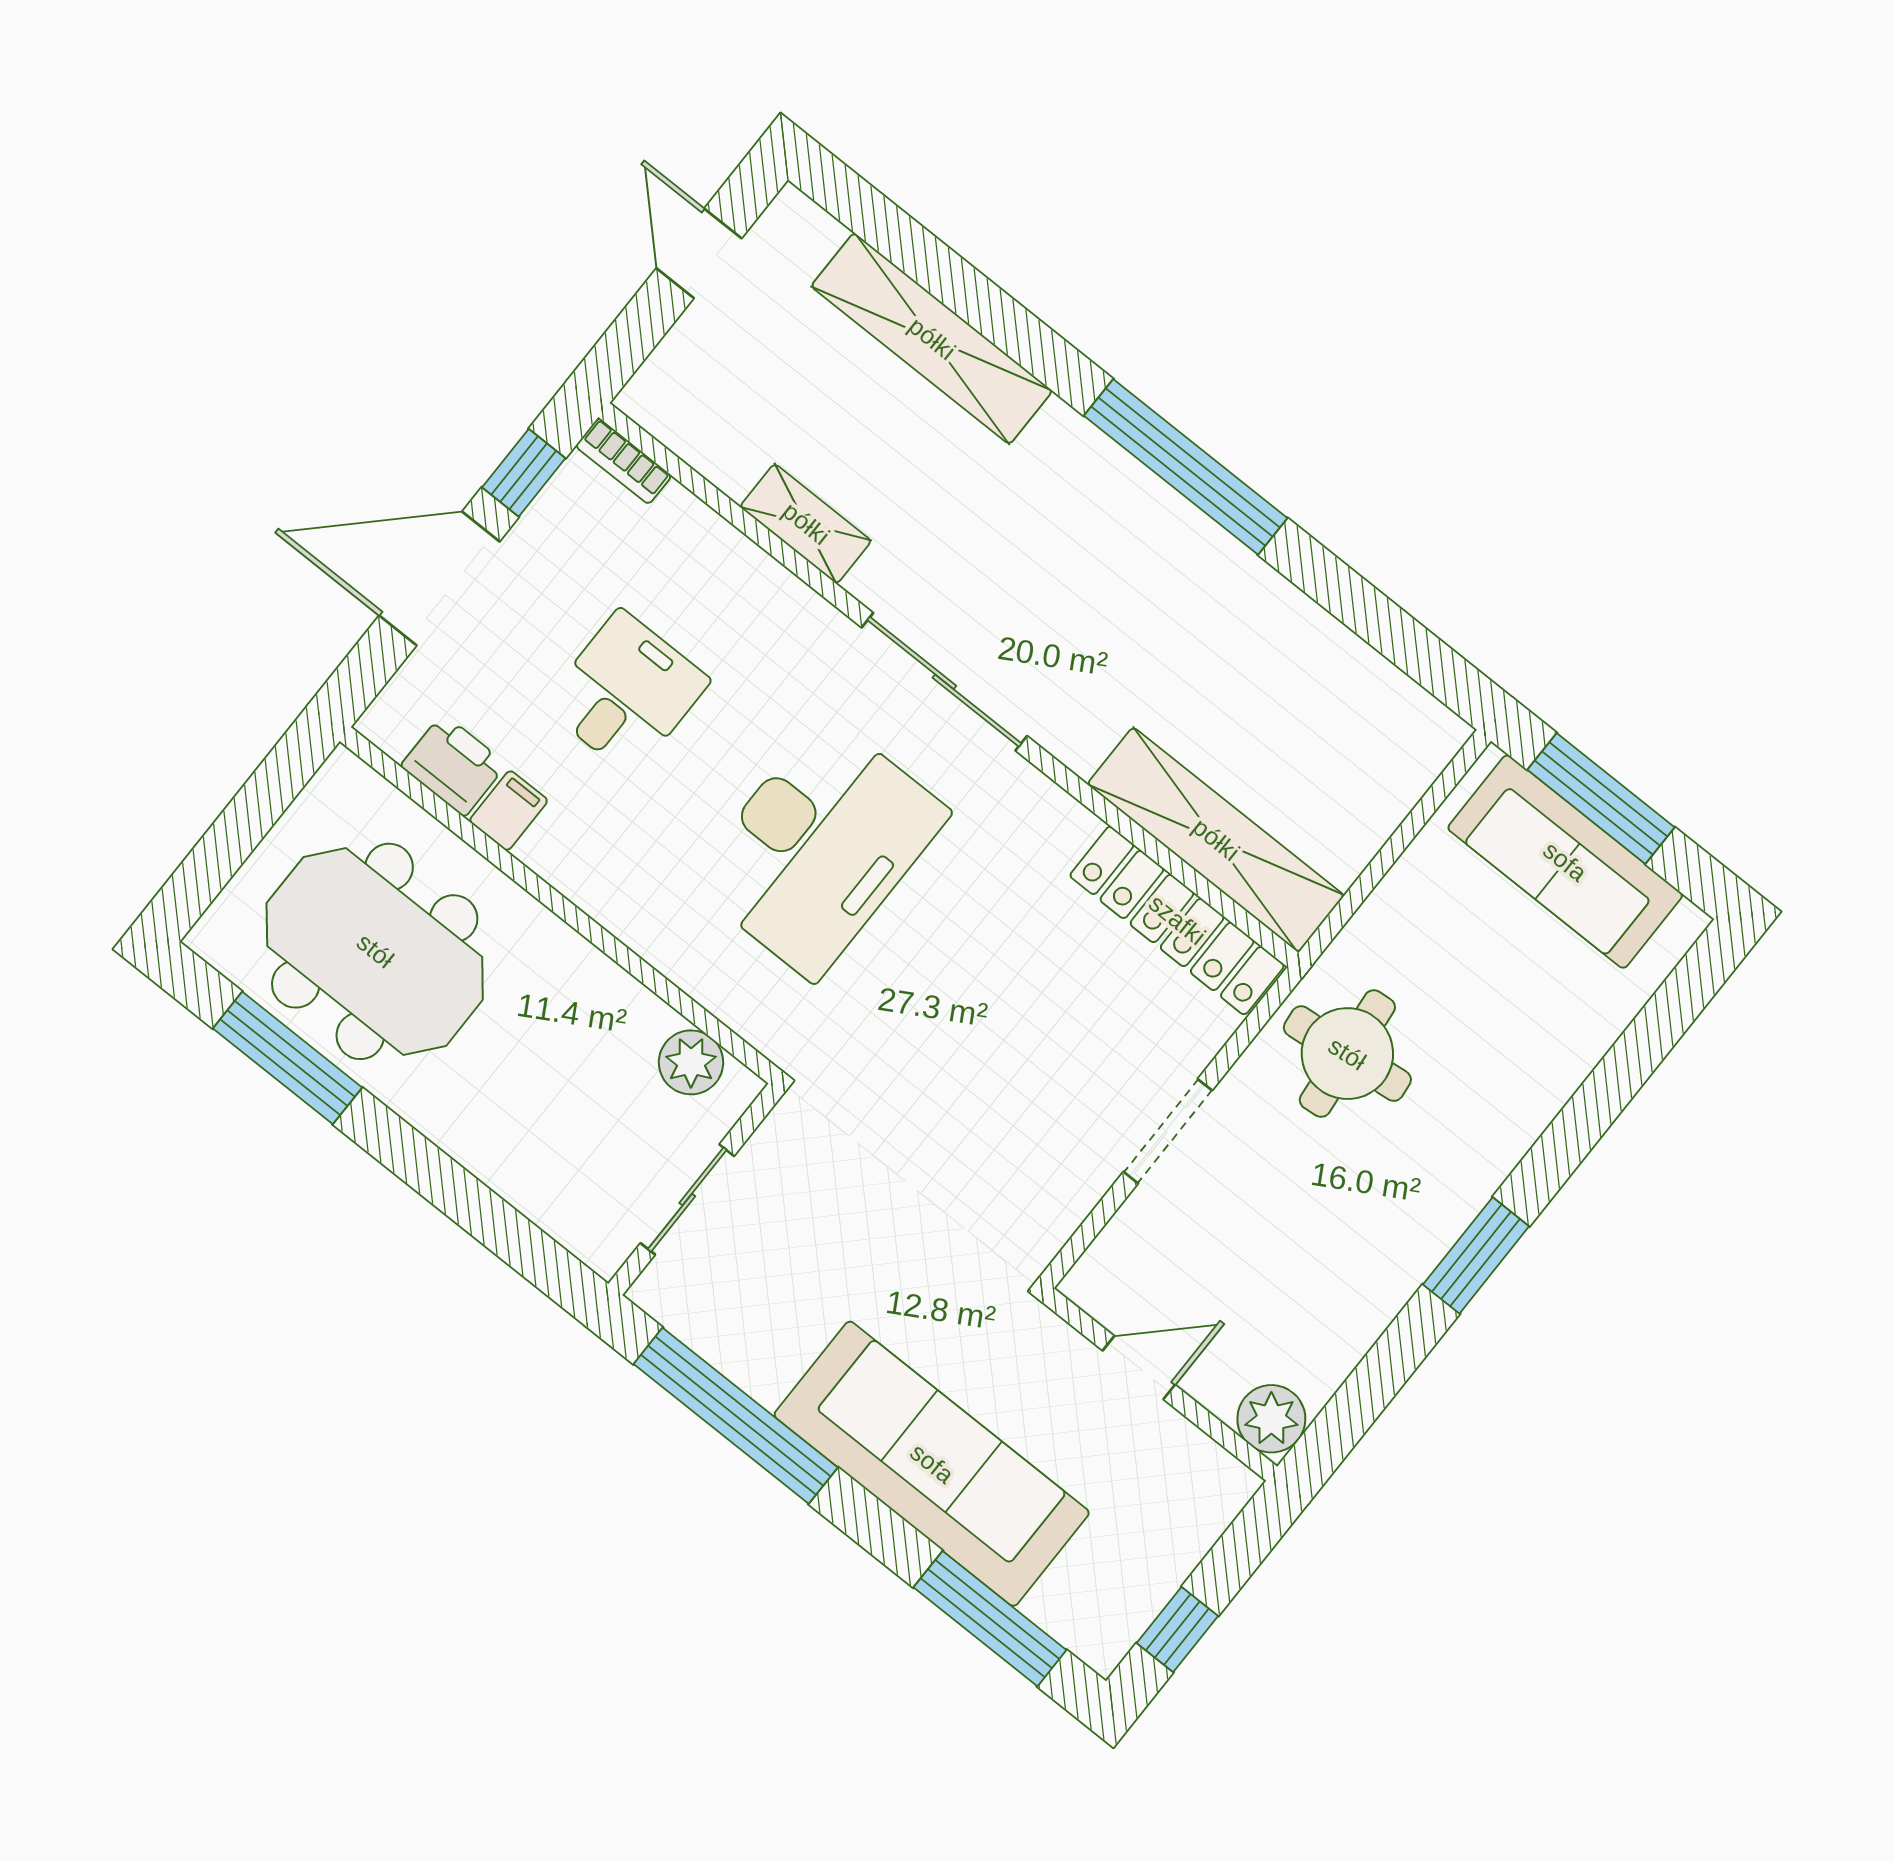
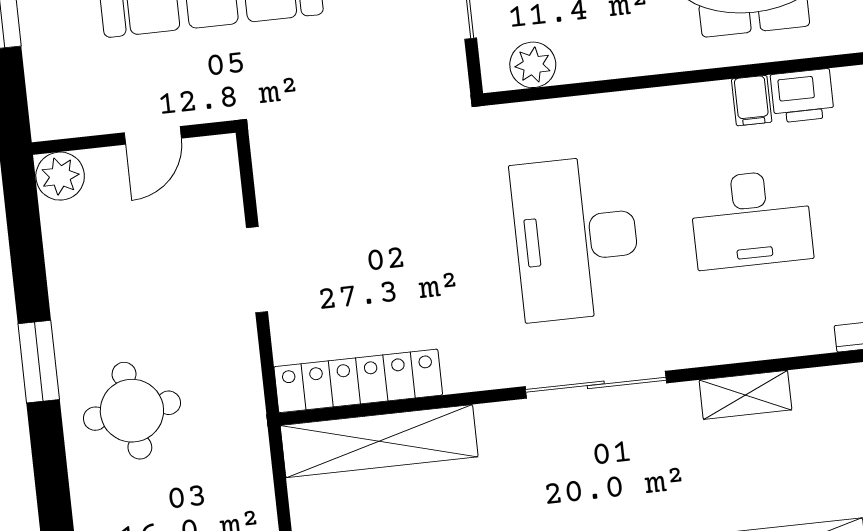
desk: (626, 693) -> (751, 219), width x1.37
round table: (1347, 1054) -> (132, 411), moved

